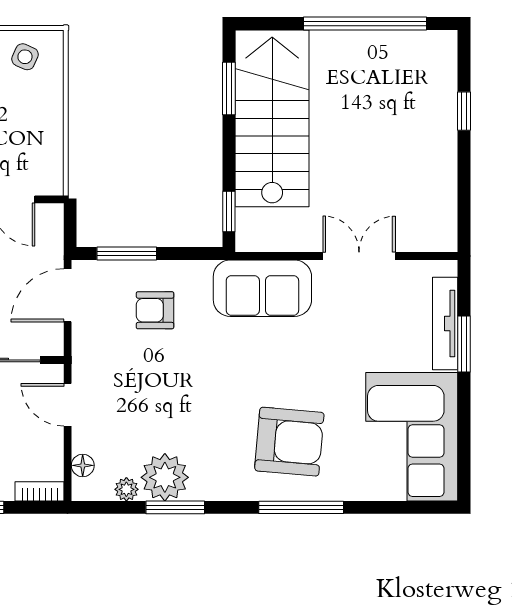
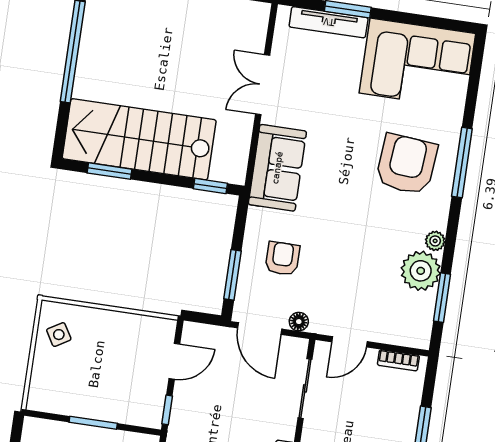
side table: (25, 57) -> (59, 335), turned 35
armchair: (155, 310) -> (282, 259), turned 180
floor lamp: (83, 465) -> (299, 322), moved
plant: (126, 489) -> (435, 241), moved
bookcase: (40, 491) -> (398, 360), moved, turned -90
window: (175, 507) -> (442, 298), moved

